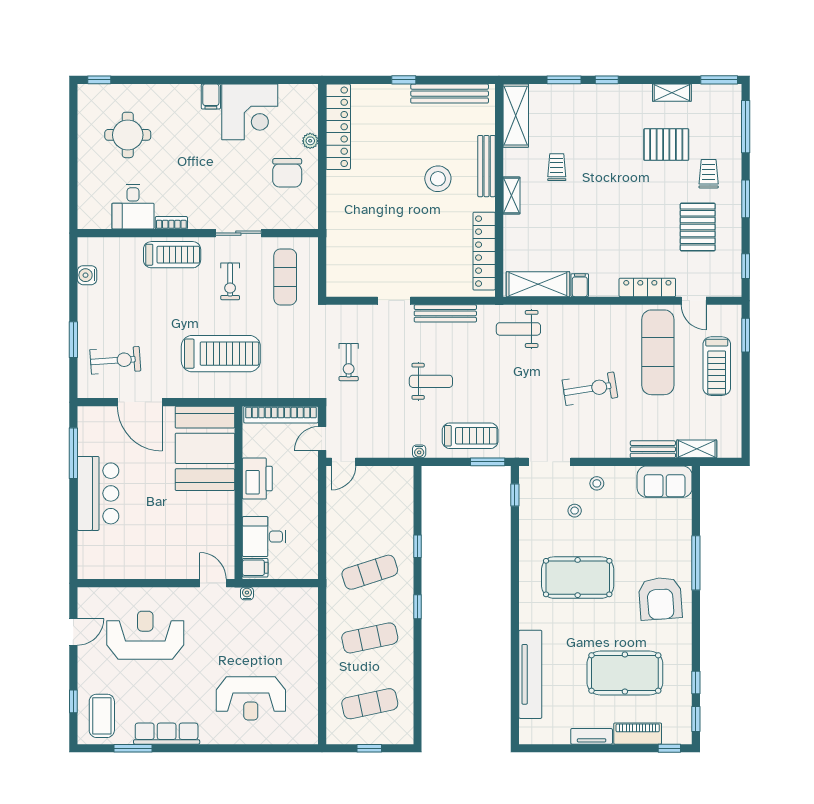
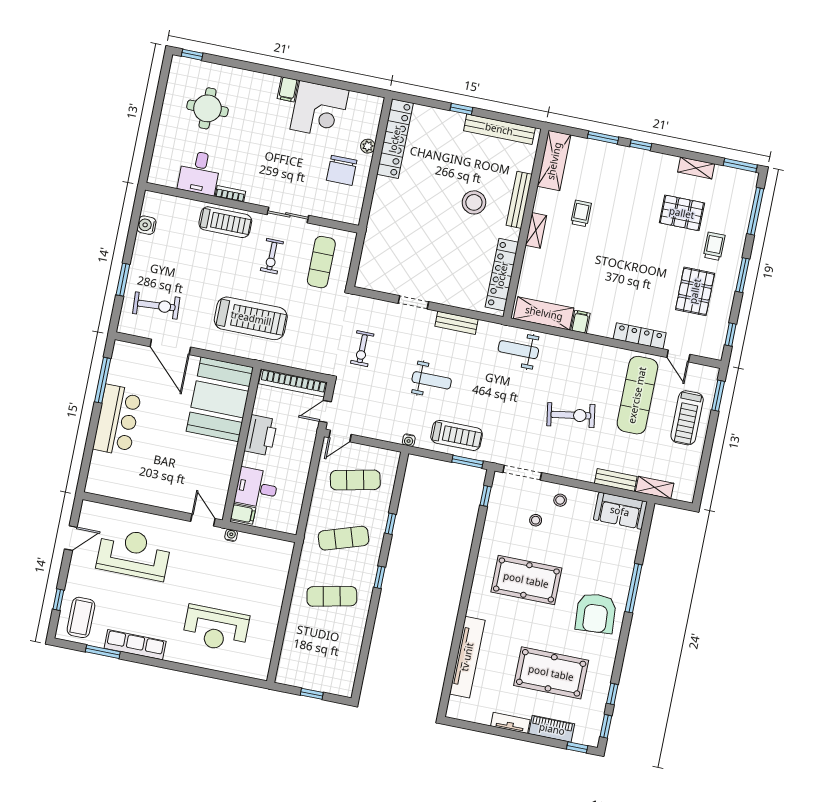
bench: (445, 313) -> (456, 323), width x0.73
exercise mat: (370, 704) -> (355, 480), moved

